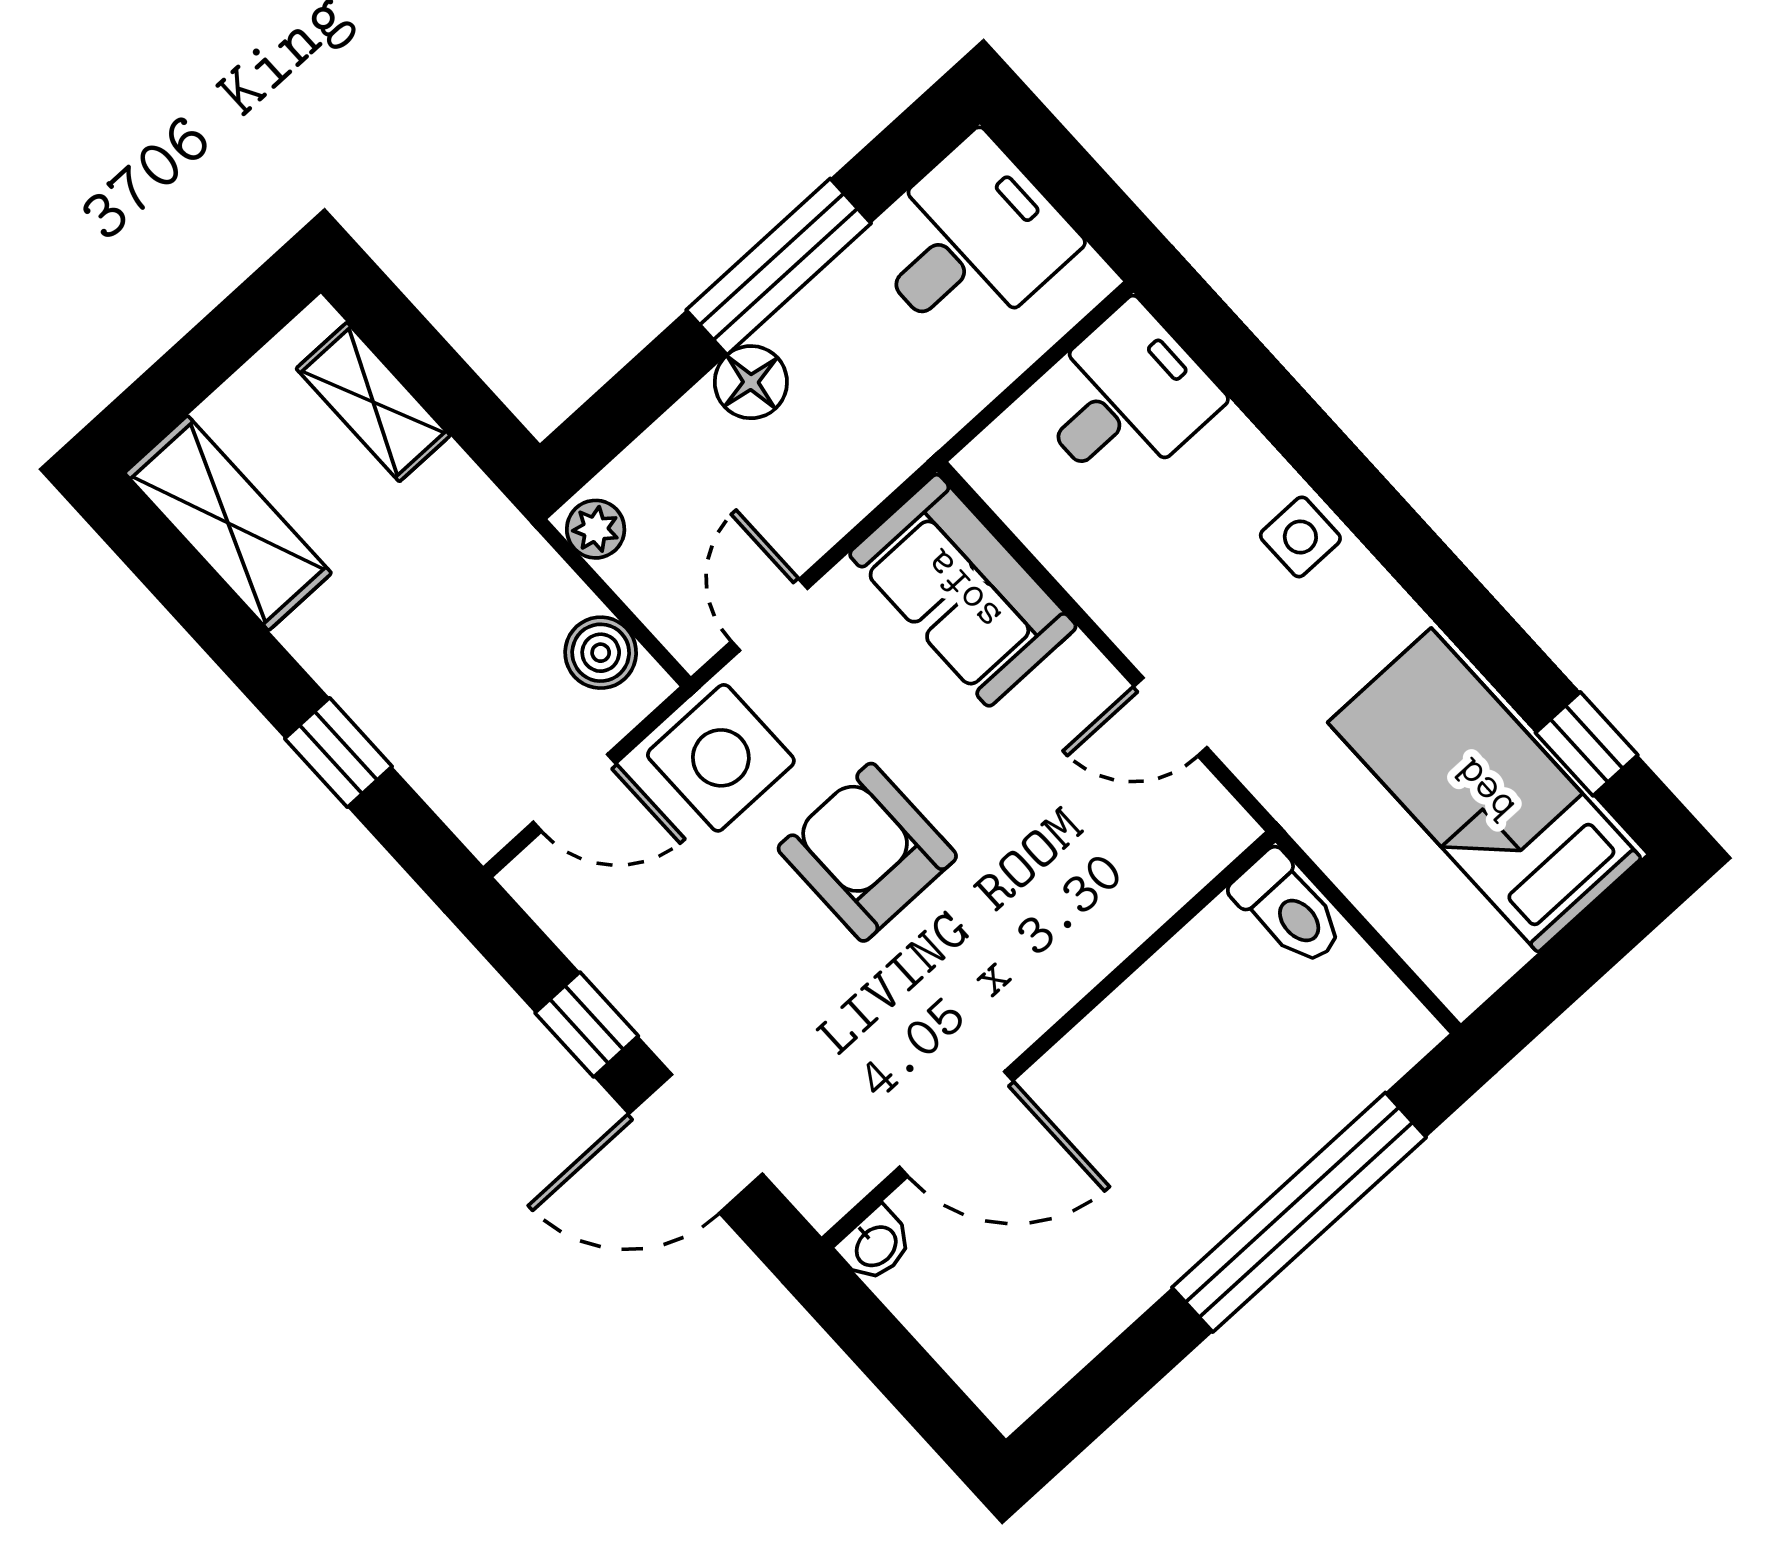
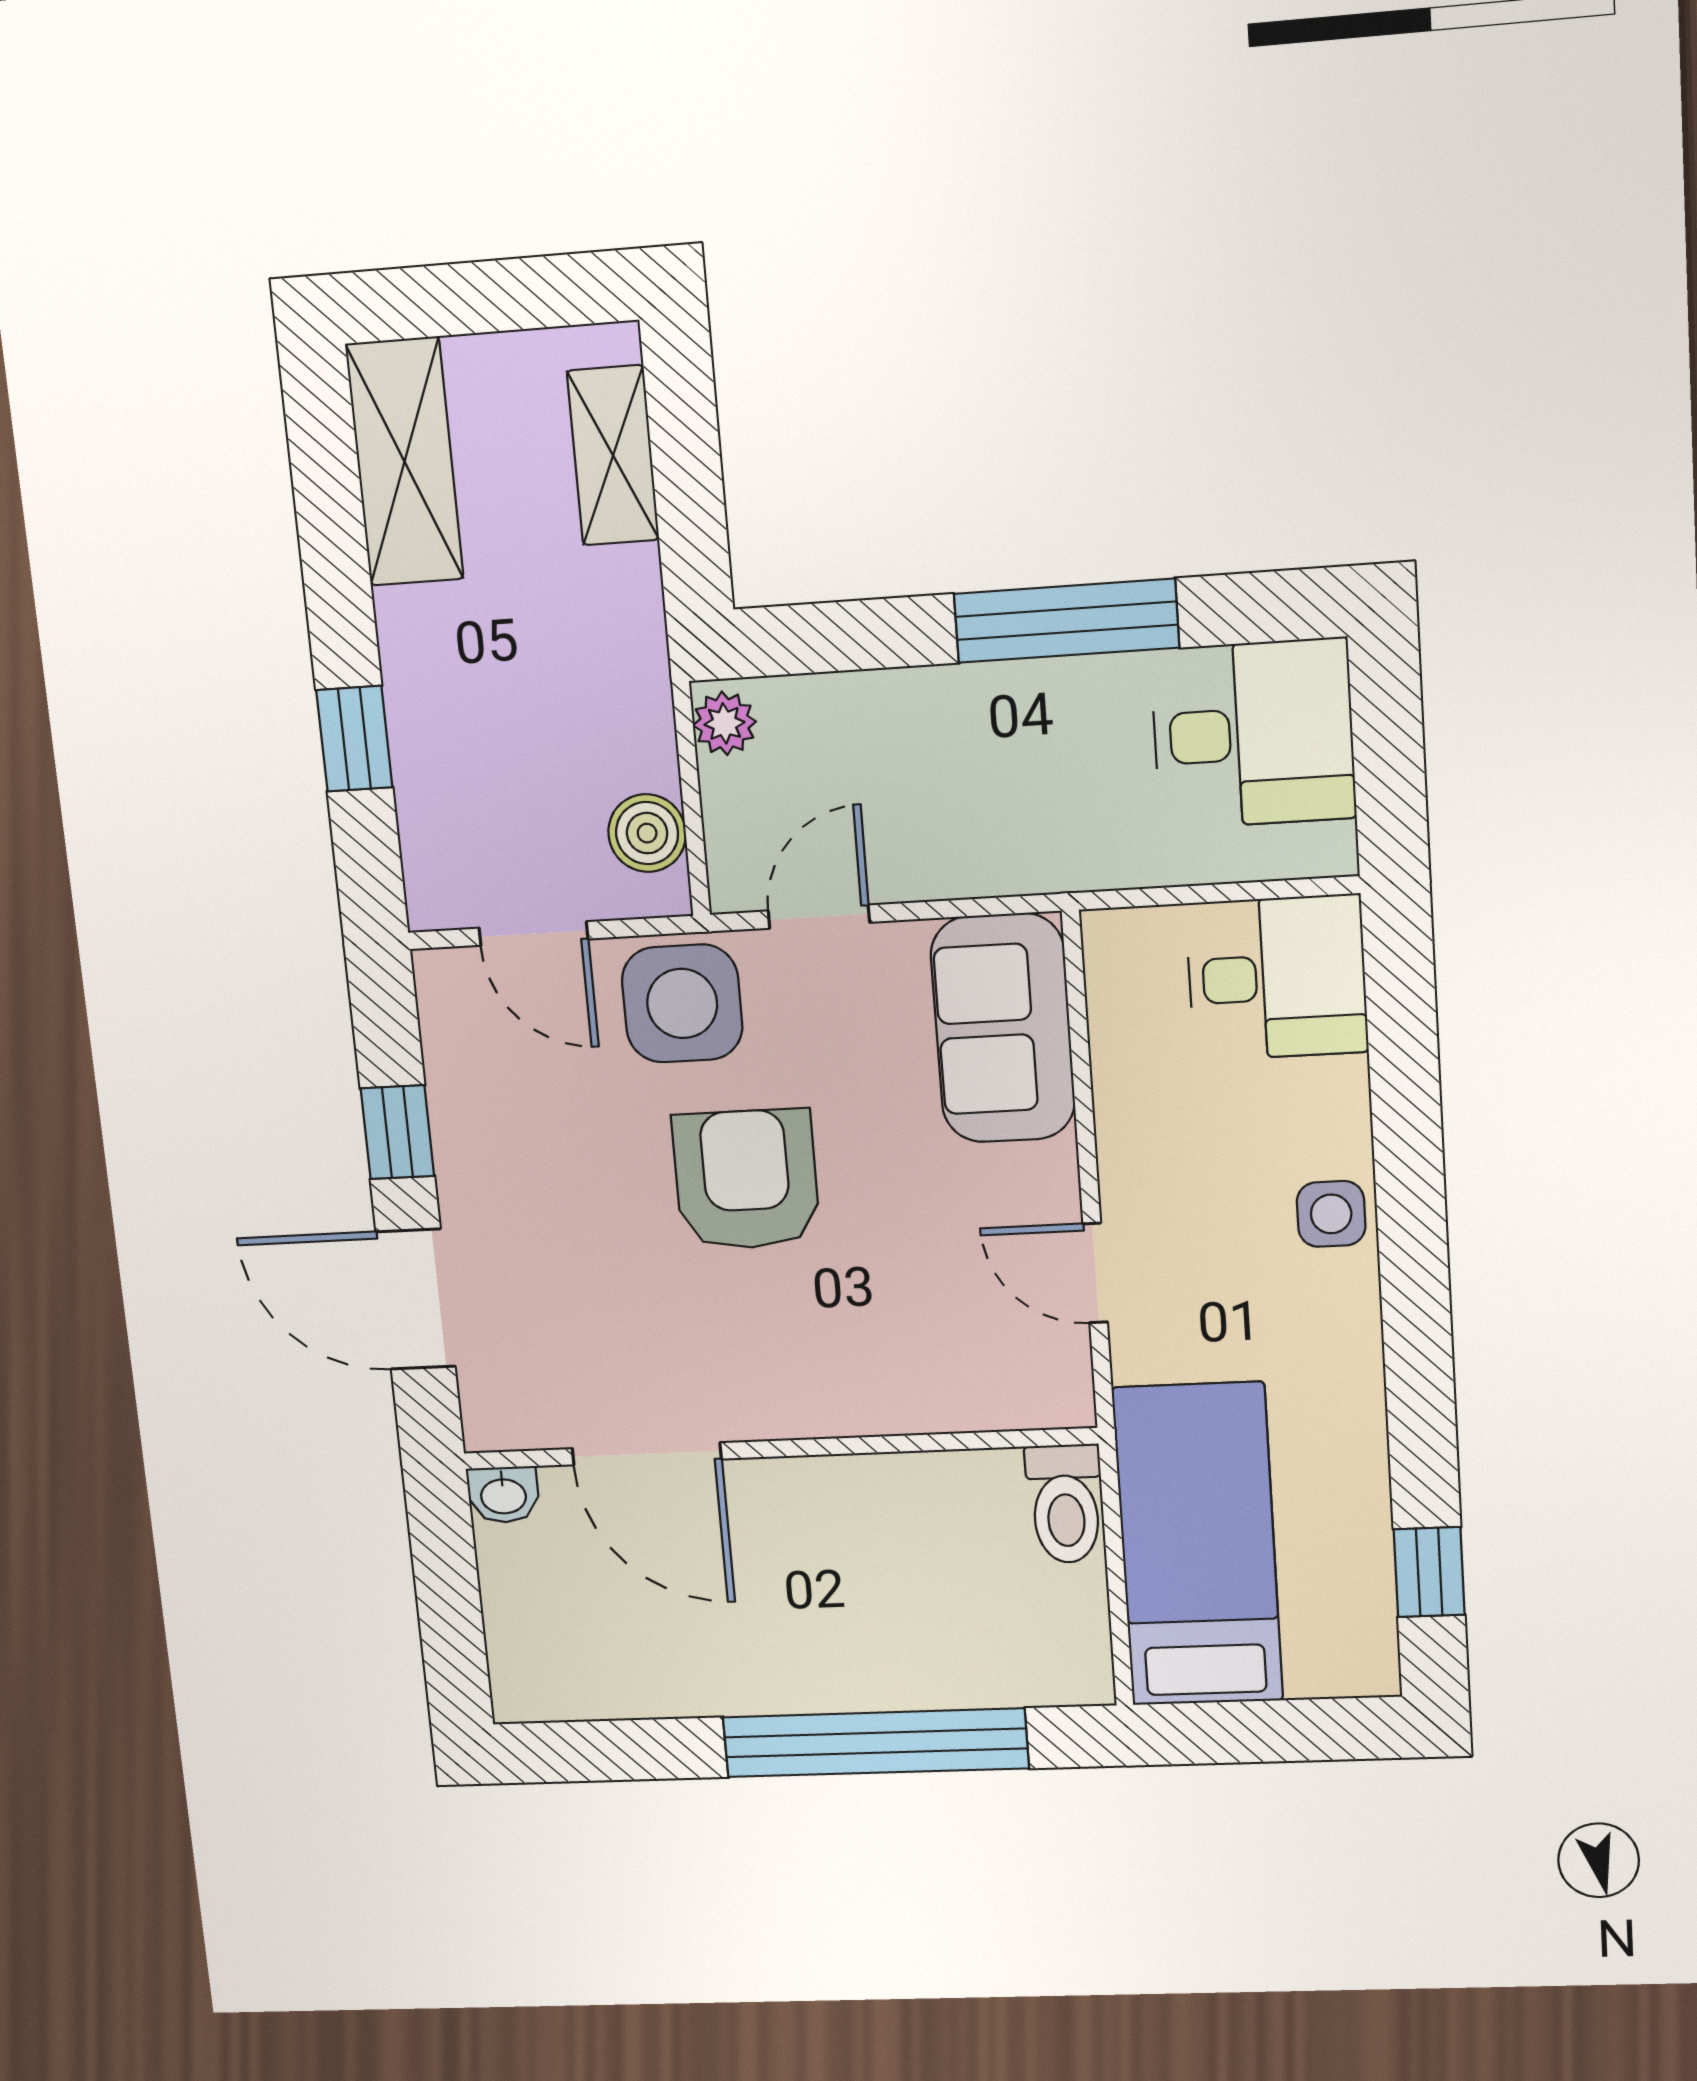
floor lamp: (751, 382) -> (961, 703), removed
bed: (1485, 790) -> (1198, 1545), moved

